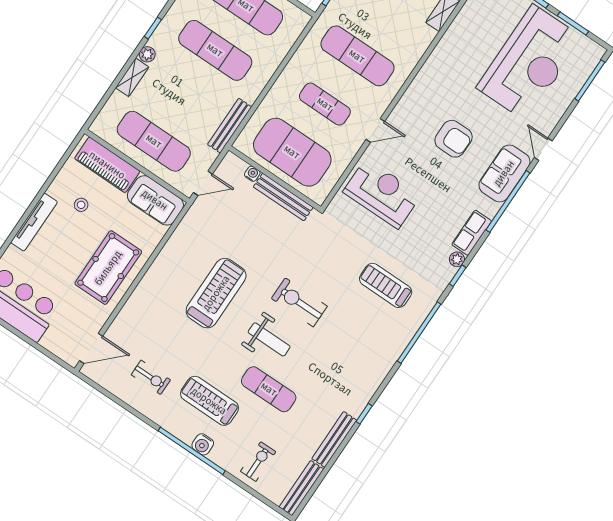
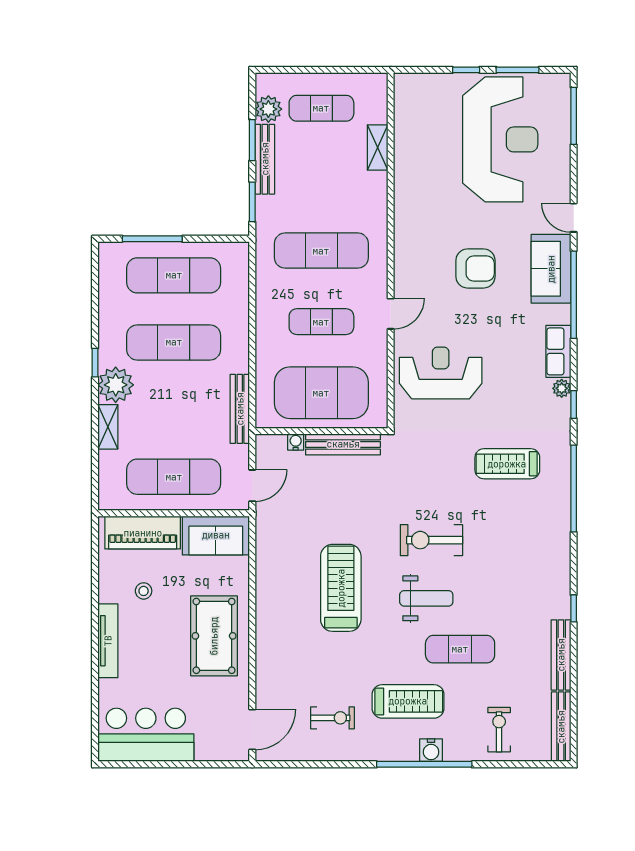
plant: (147, 54) -> (116, 385), width x1.88, depth x1.88
treadmill: (209, 401) -> (408, 701), turned 180

